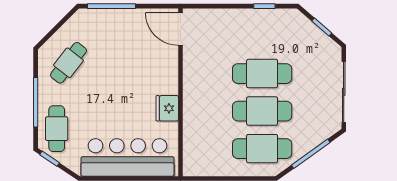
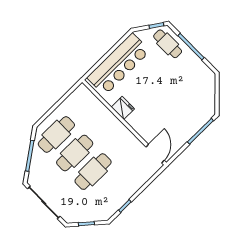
door: (180, 29) -> (155, 154), hinge flipped
cafe table: (68, 63) -> (194, 82), removed

